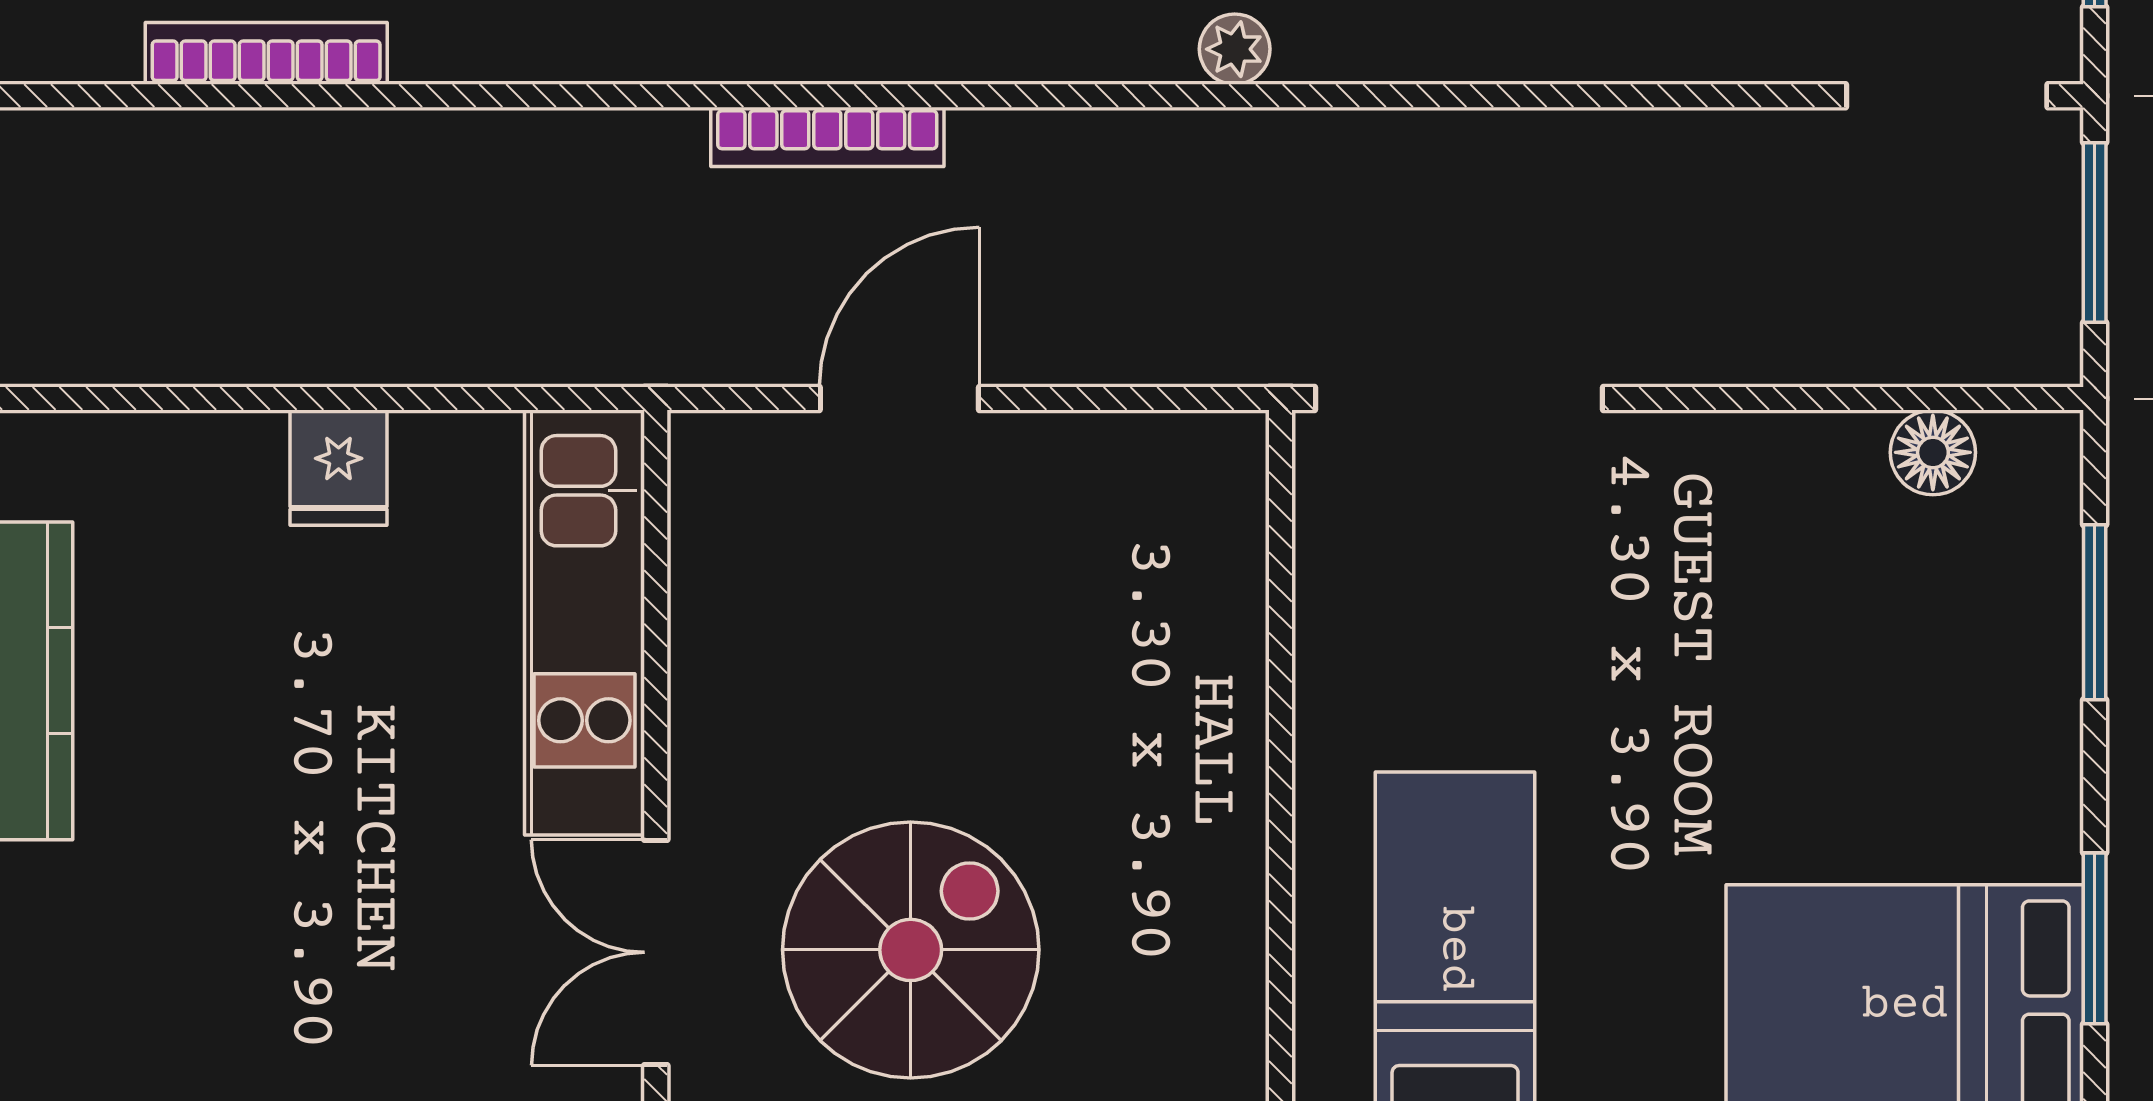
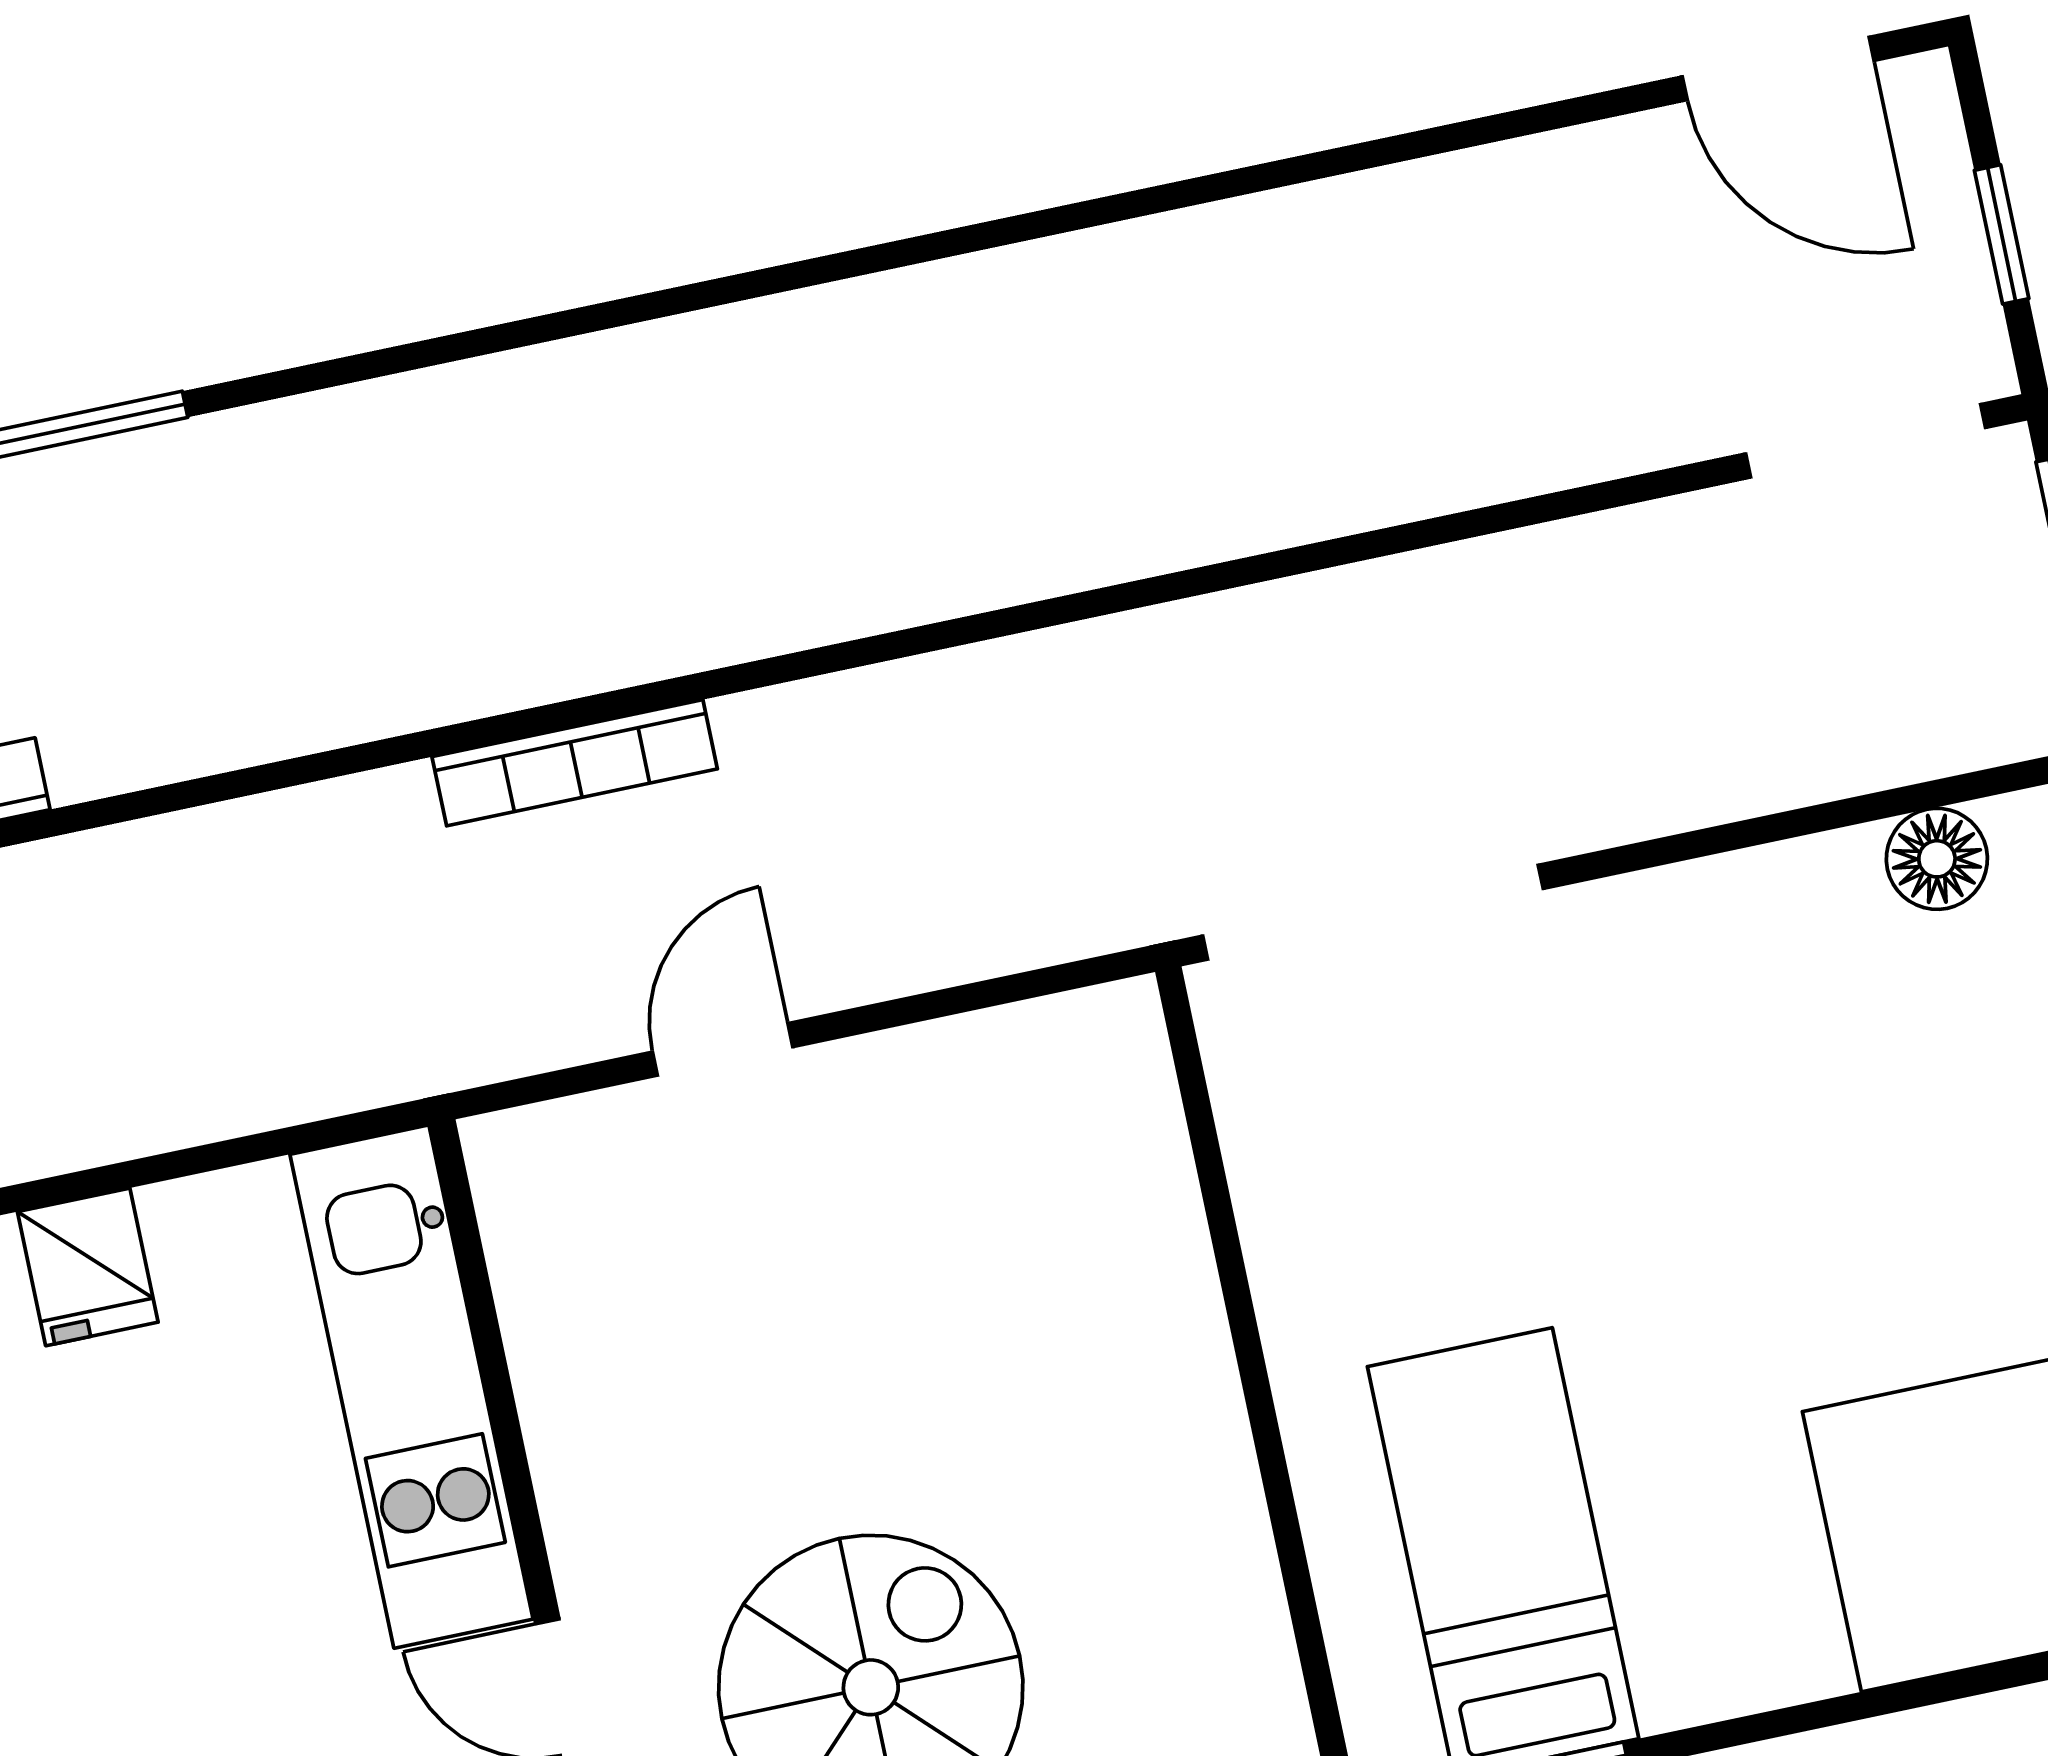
plant: (1235, 49) -> (1027, 561), removed
door: (899, 399) -> (723, 1049), width x0.73

